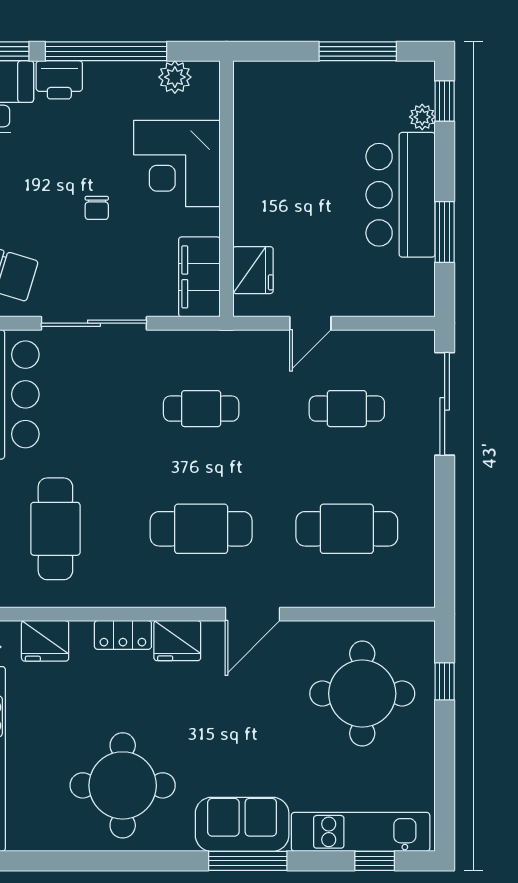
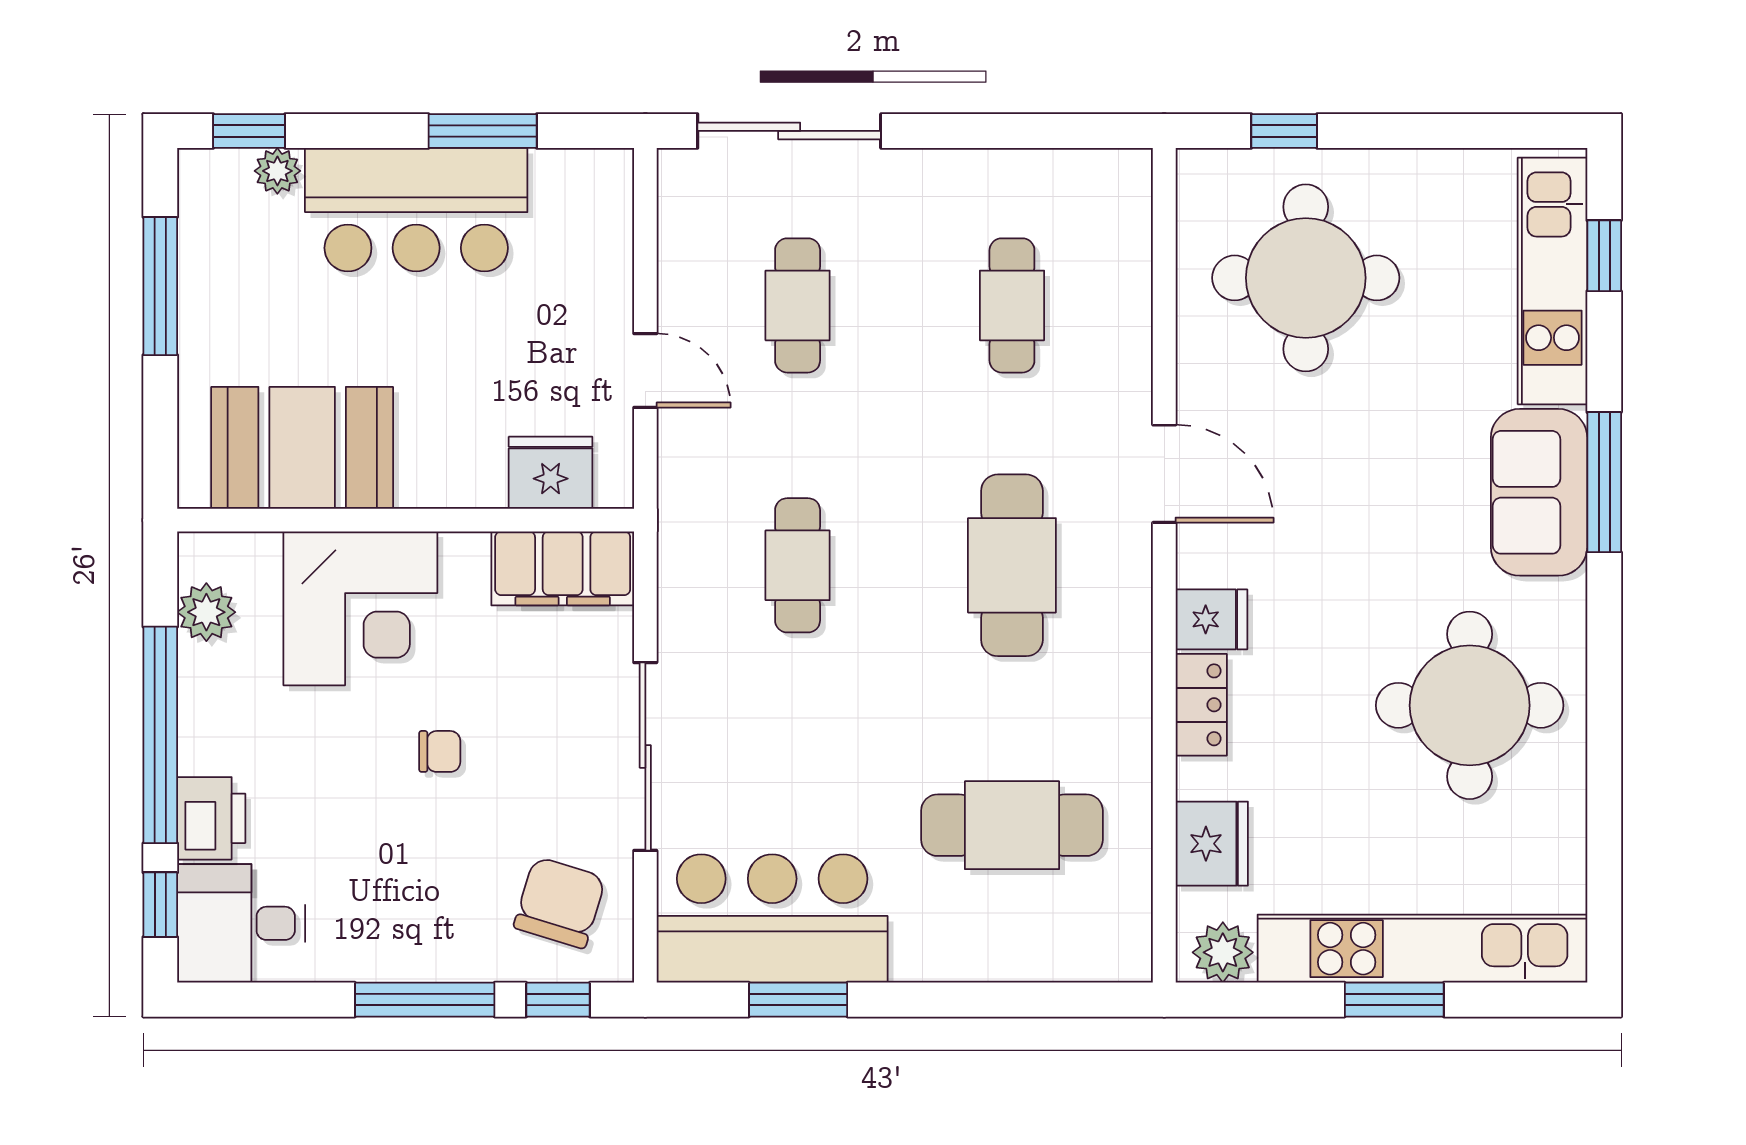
booth: (267, 131) -> (302, 448), added
cafe table: (347, 529) -> (1012, 305), width x0.73, depth x0.74
fridge: (177, 641) -> (1211, 619), width x0.72

